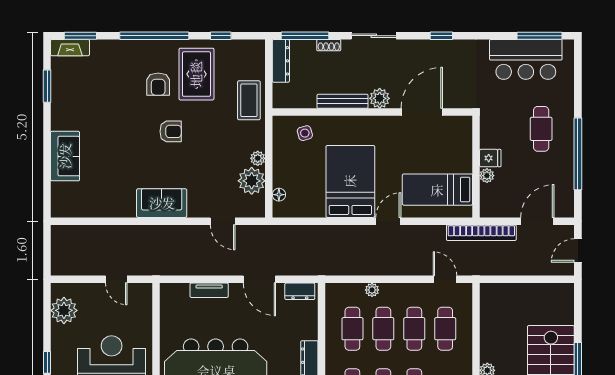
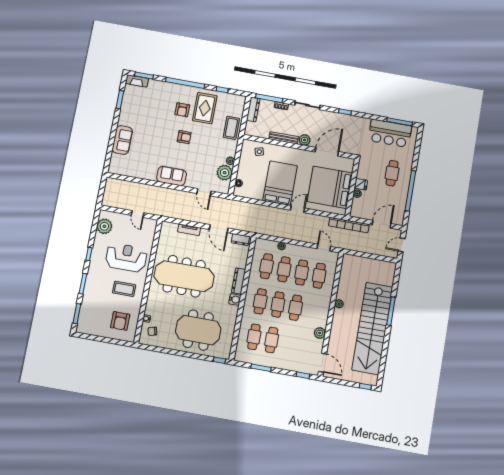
bed: (437, 190) -> (330, 187), width x2.04

